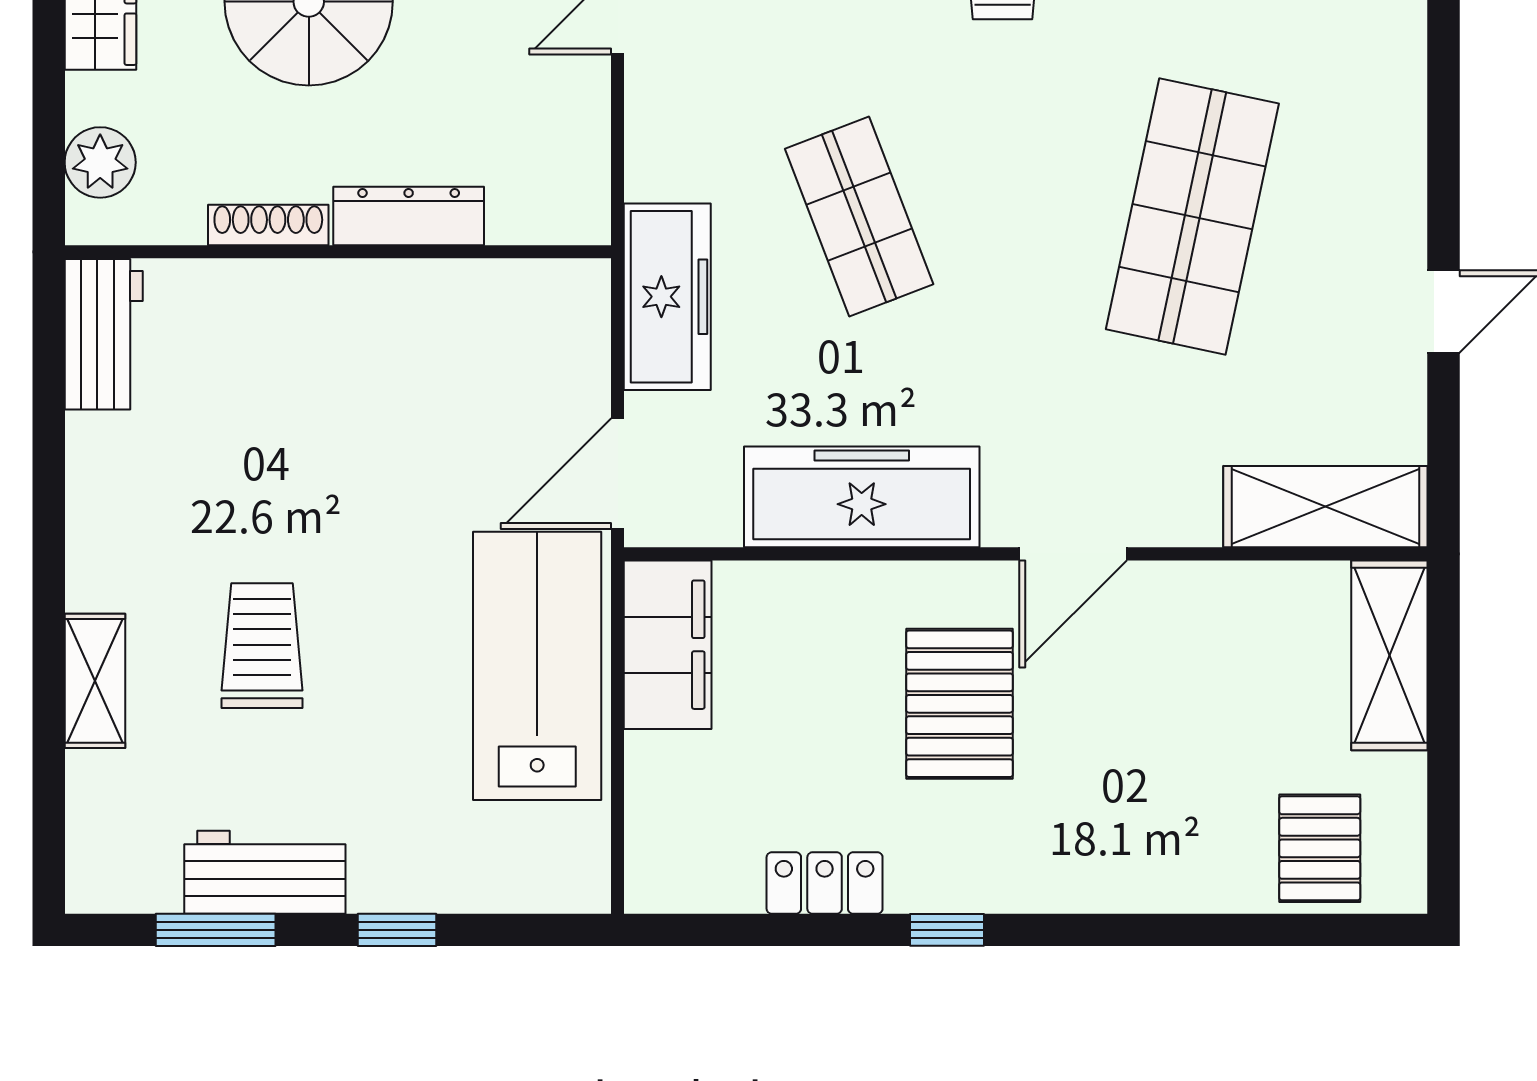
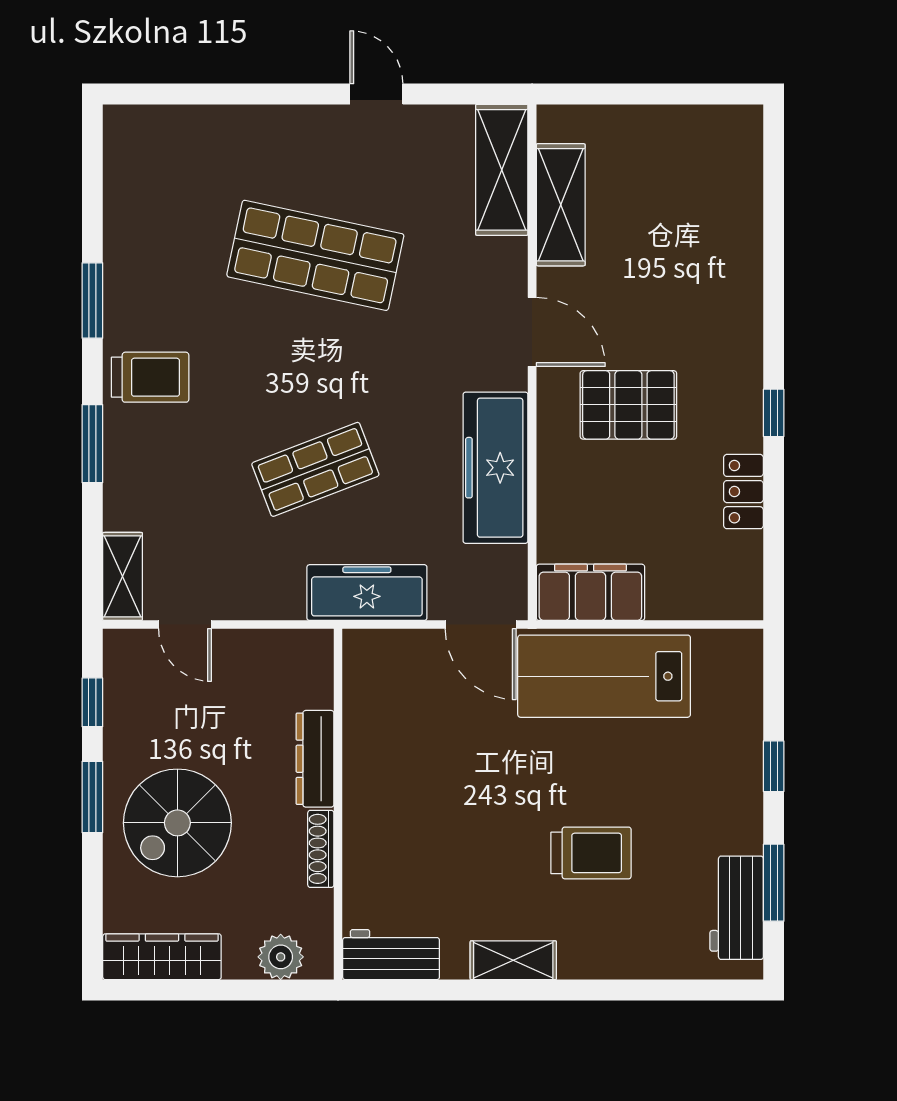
trolley: (262, 646) -> (591, 853), turned 180
shelving: (1389, 655) -> (561, 205), moved, turned 90
shelving: (95, 681) -> (513, 960), moved
pallet: (1320, 848) -> (721, 174), removed
workbench: (265, 872) -> (737, 908), moved

